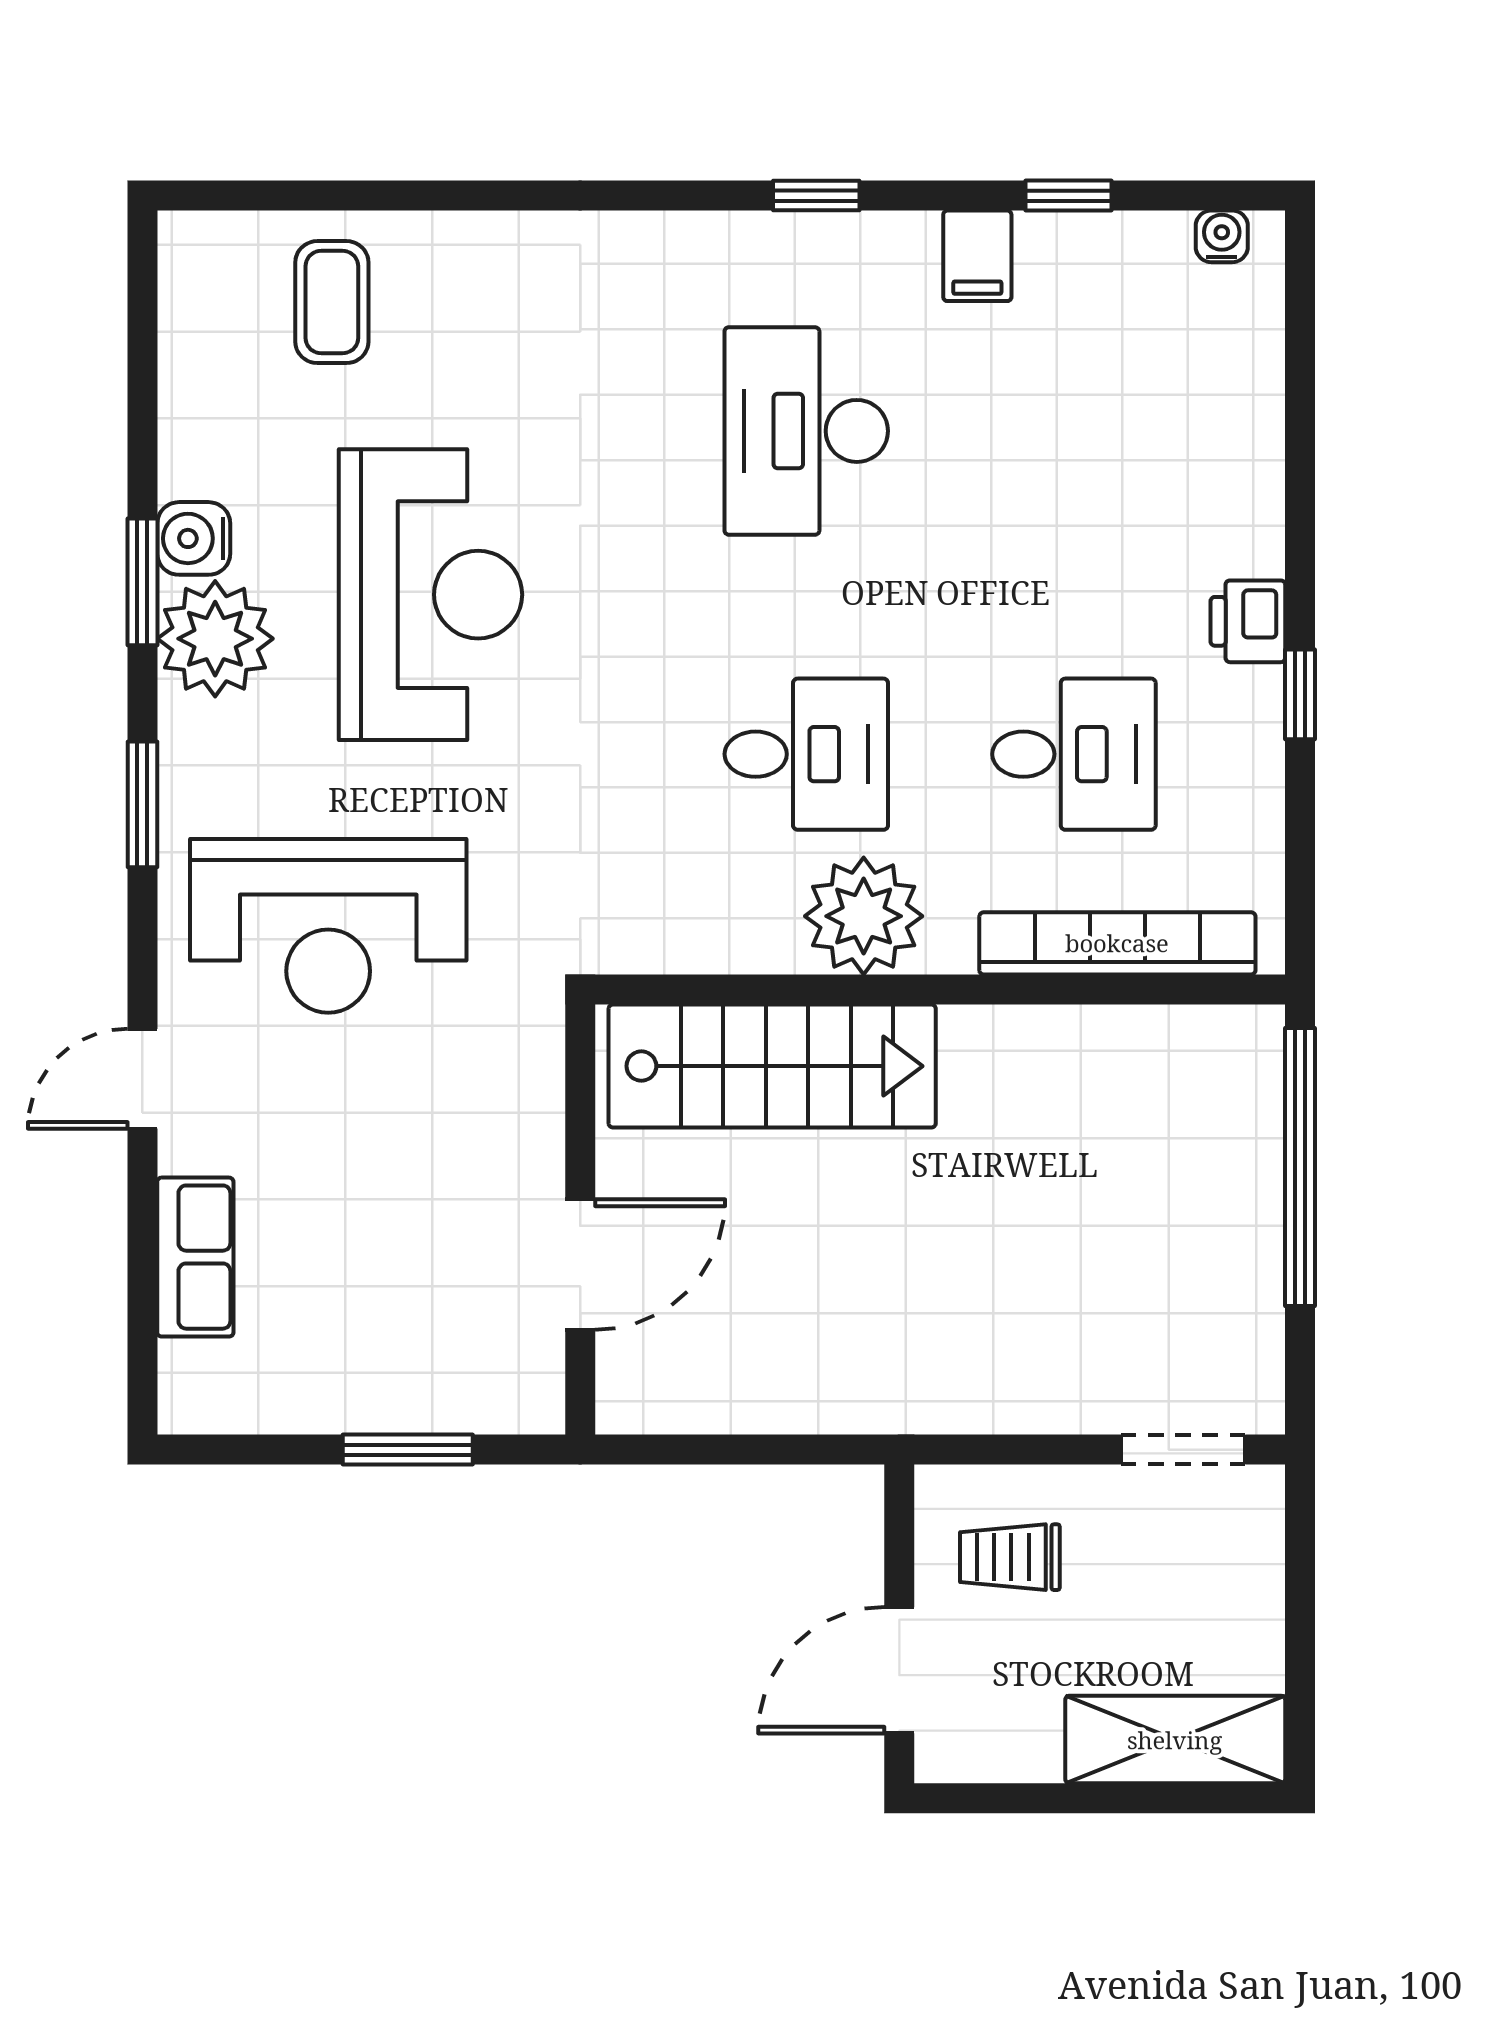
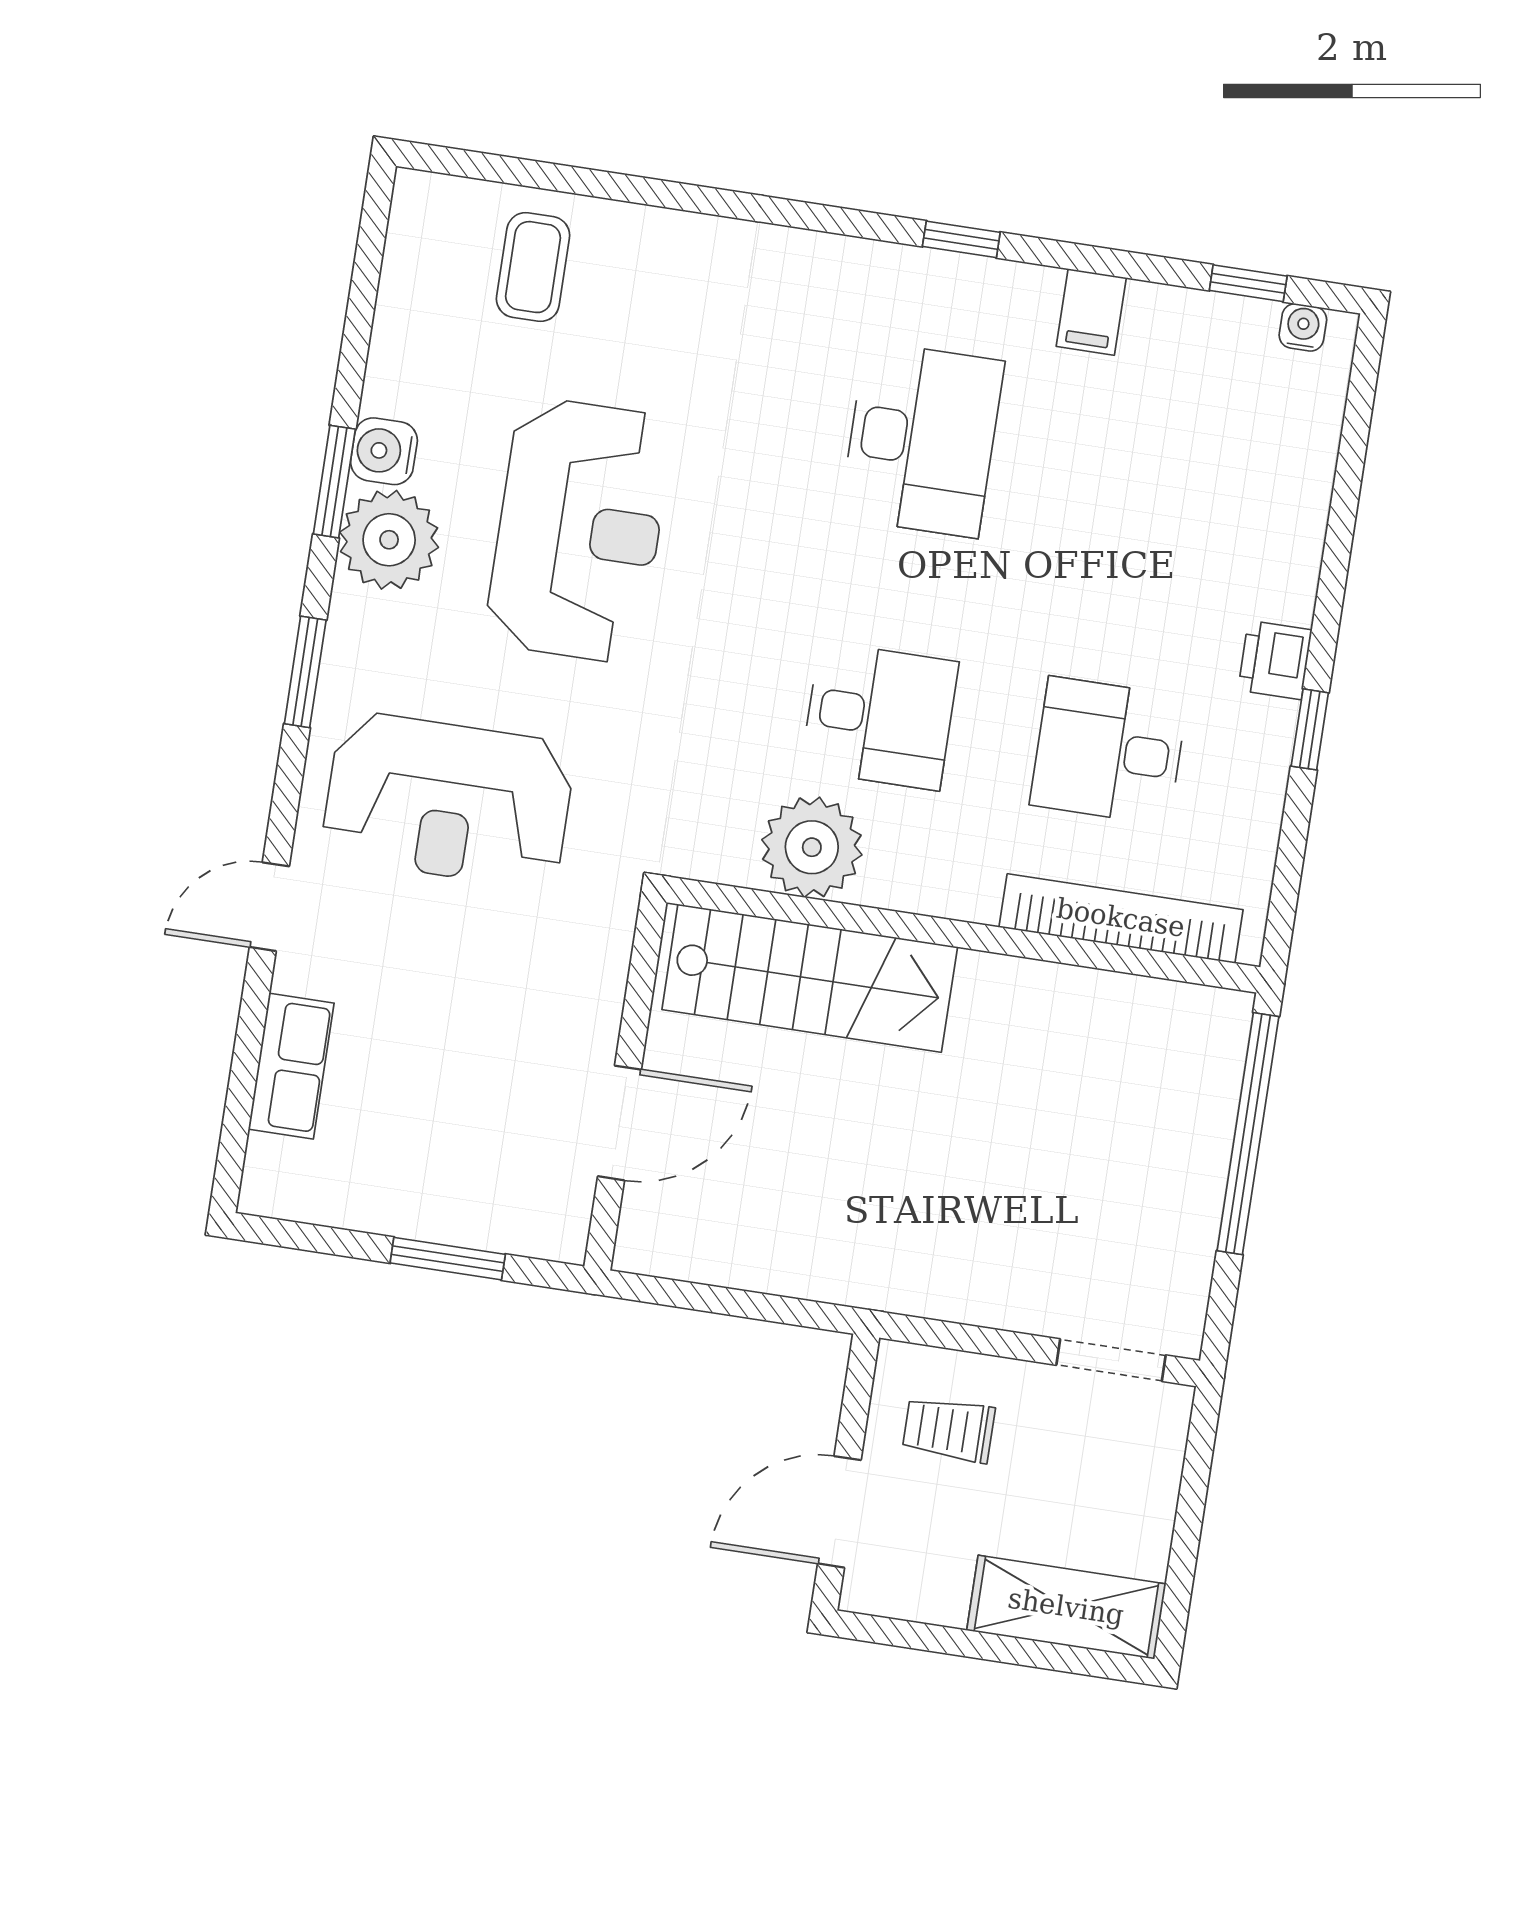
window: (1068, 196) -> (1248, 283), moved
desk: (806, 431) -> (922, 439), turned 180
desk: (1074, 754) -> (1109, 751), turned 180
plant: (864, 916) -> (812, 847), moved

